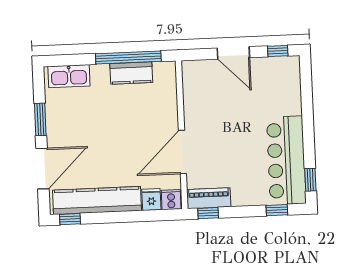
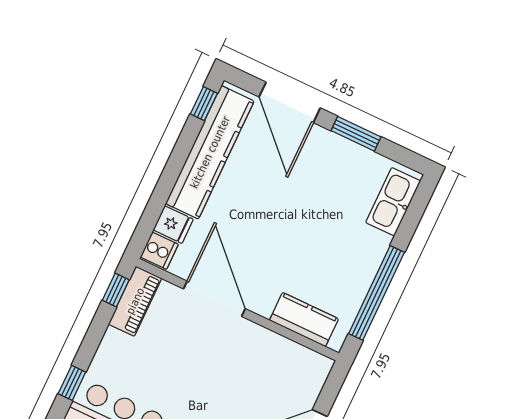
kitchen counter: (131, 73) -> (304, 320), moved, turned 90

